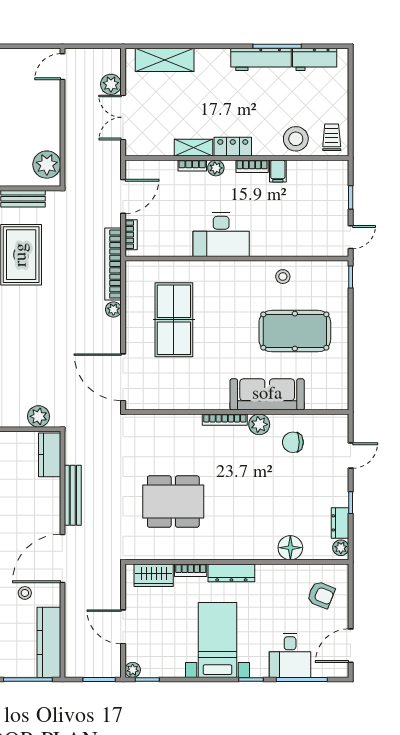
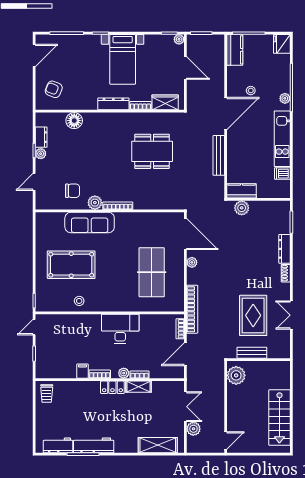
stool: (296, 139) -> (71, 393), removed
plant: (113, 310) -> (192, 262), moved
kitchen counter: (50, 455) -> (242, 191), moved, turned -90
plant: (341, 548) -> (41, 154), moved
kitchen counter: (49, 642) -> (235, 50), width x0.67
desk: (290, 655) -> (74, 49), removed

